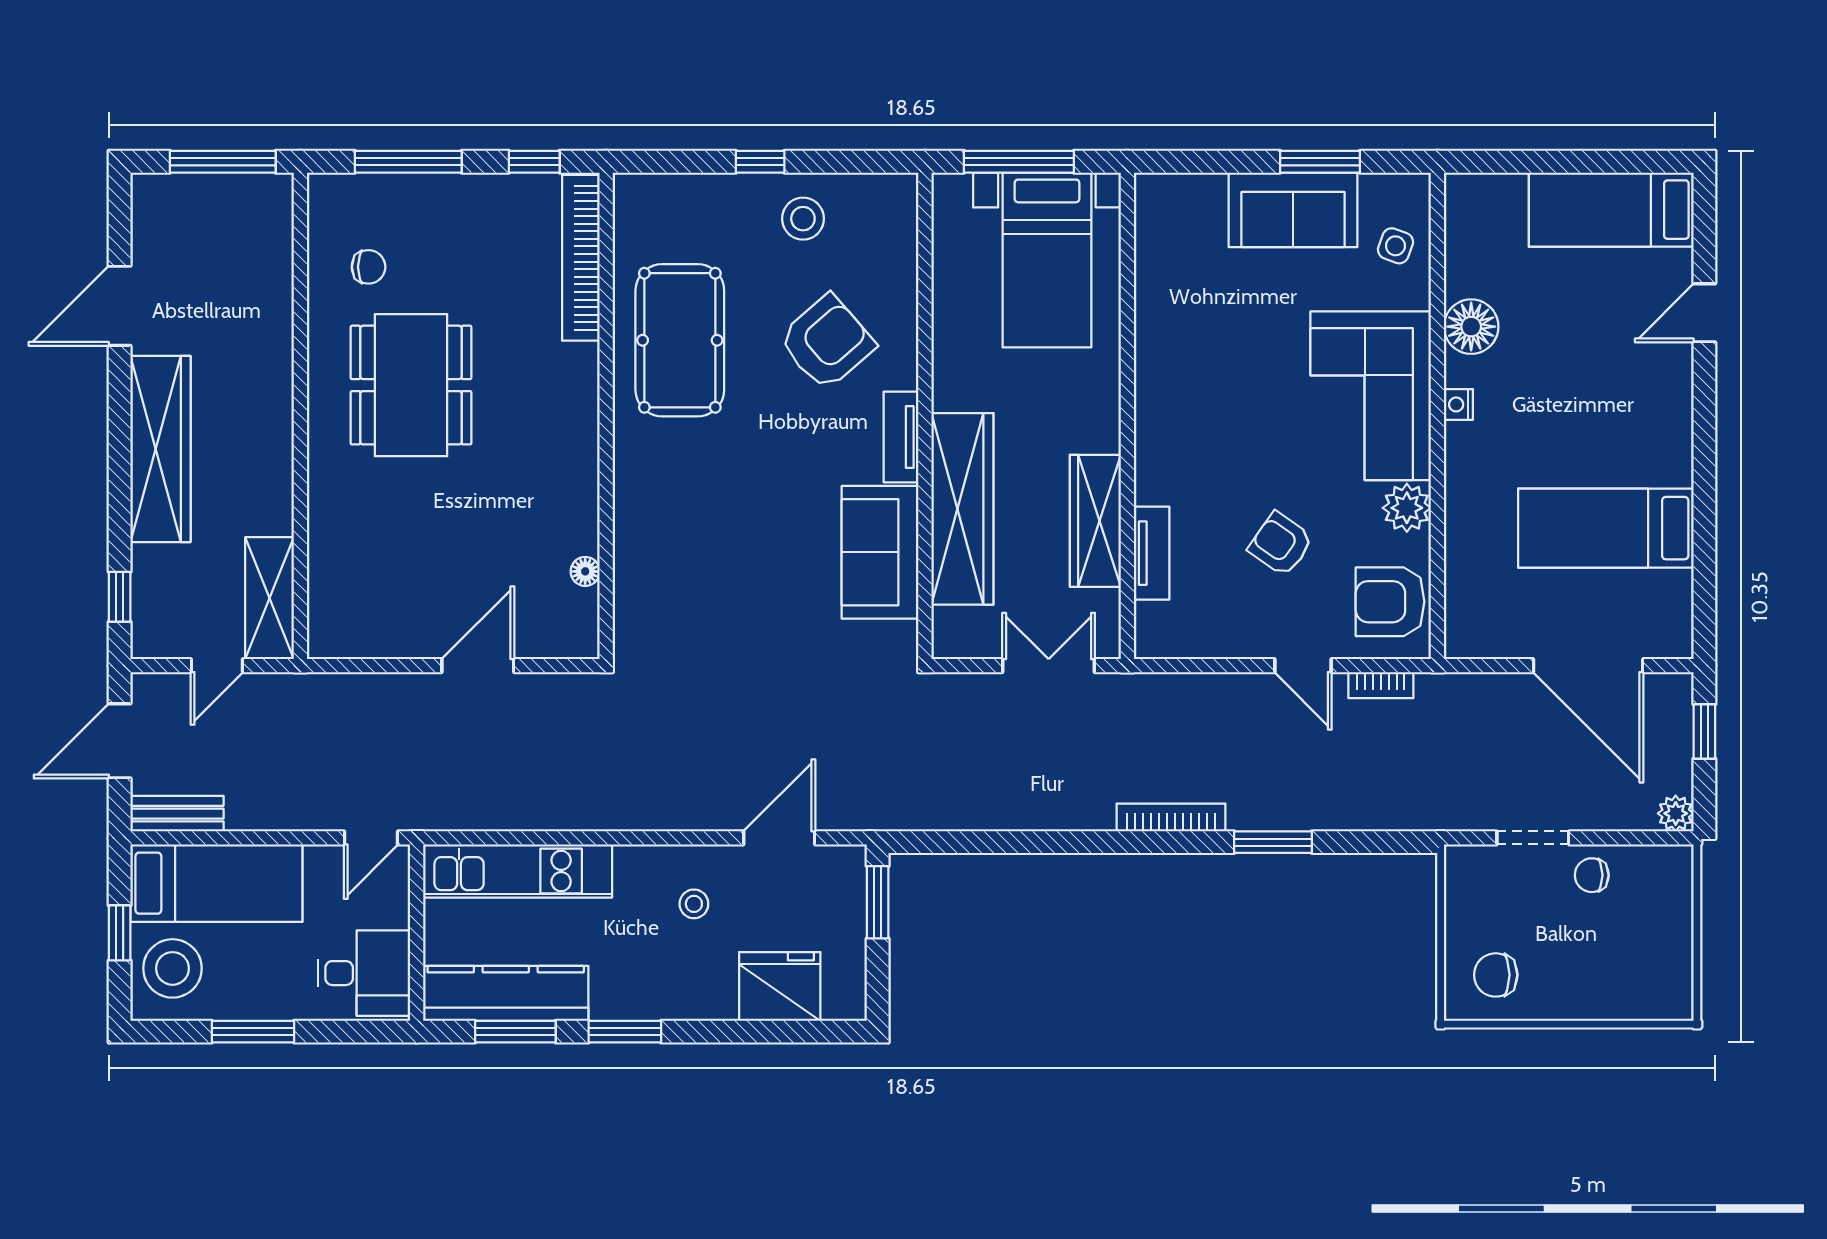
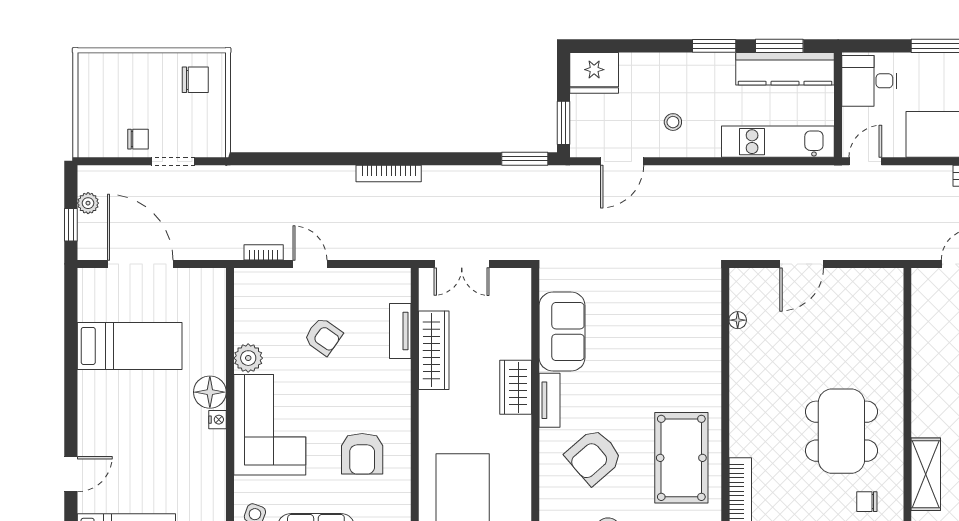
floor lamp: (1471, 327) -> (210, 392), moved
wardrobe: (962, 509) -> (516, 387), width x0.48, depth x0.85
shelving: (270, 598) -> (926, 474), moved
armchair: (1390, 602) -> (362, 454), moved, turned 90
plant: (1676, 813) -> (88, 203), moved
window: (1273, 842) -> (525, 159), moved
fridge: (780, 987) -> (594, 73), moved

